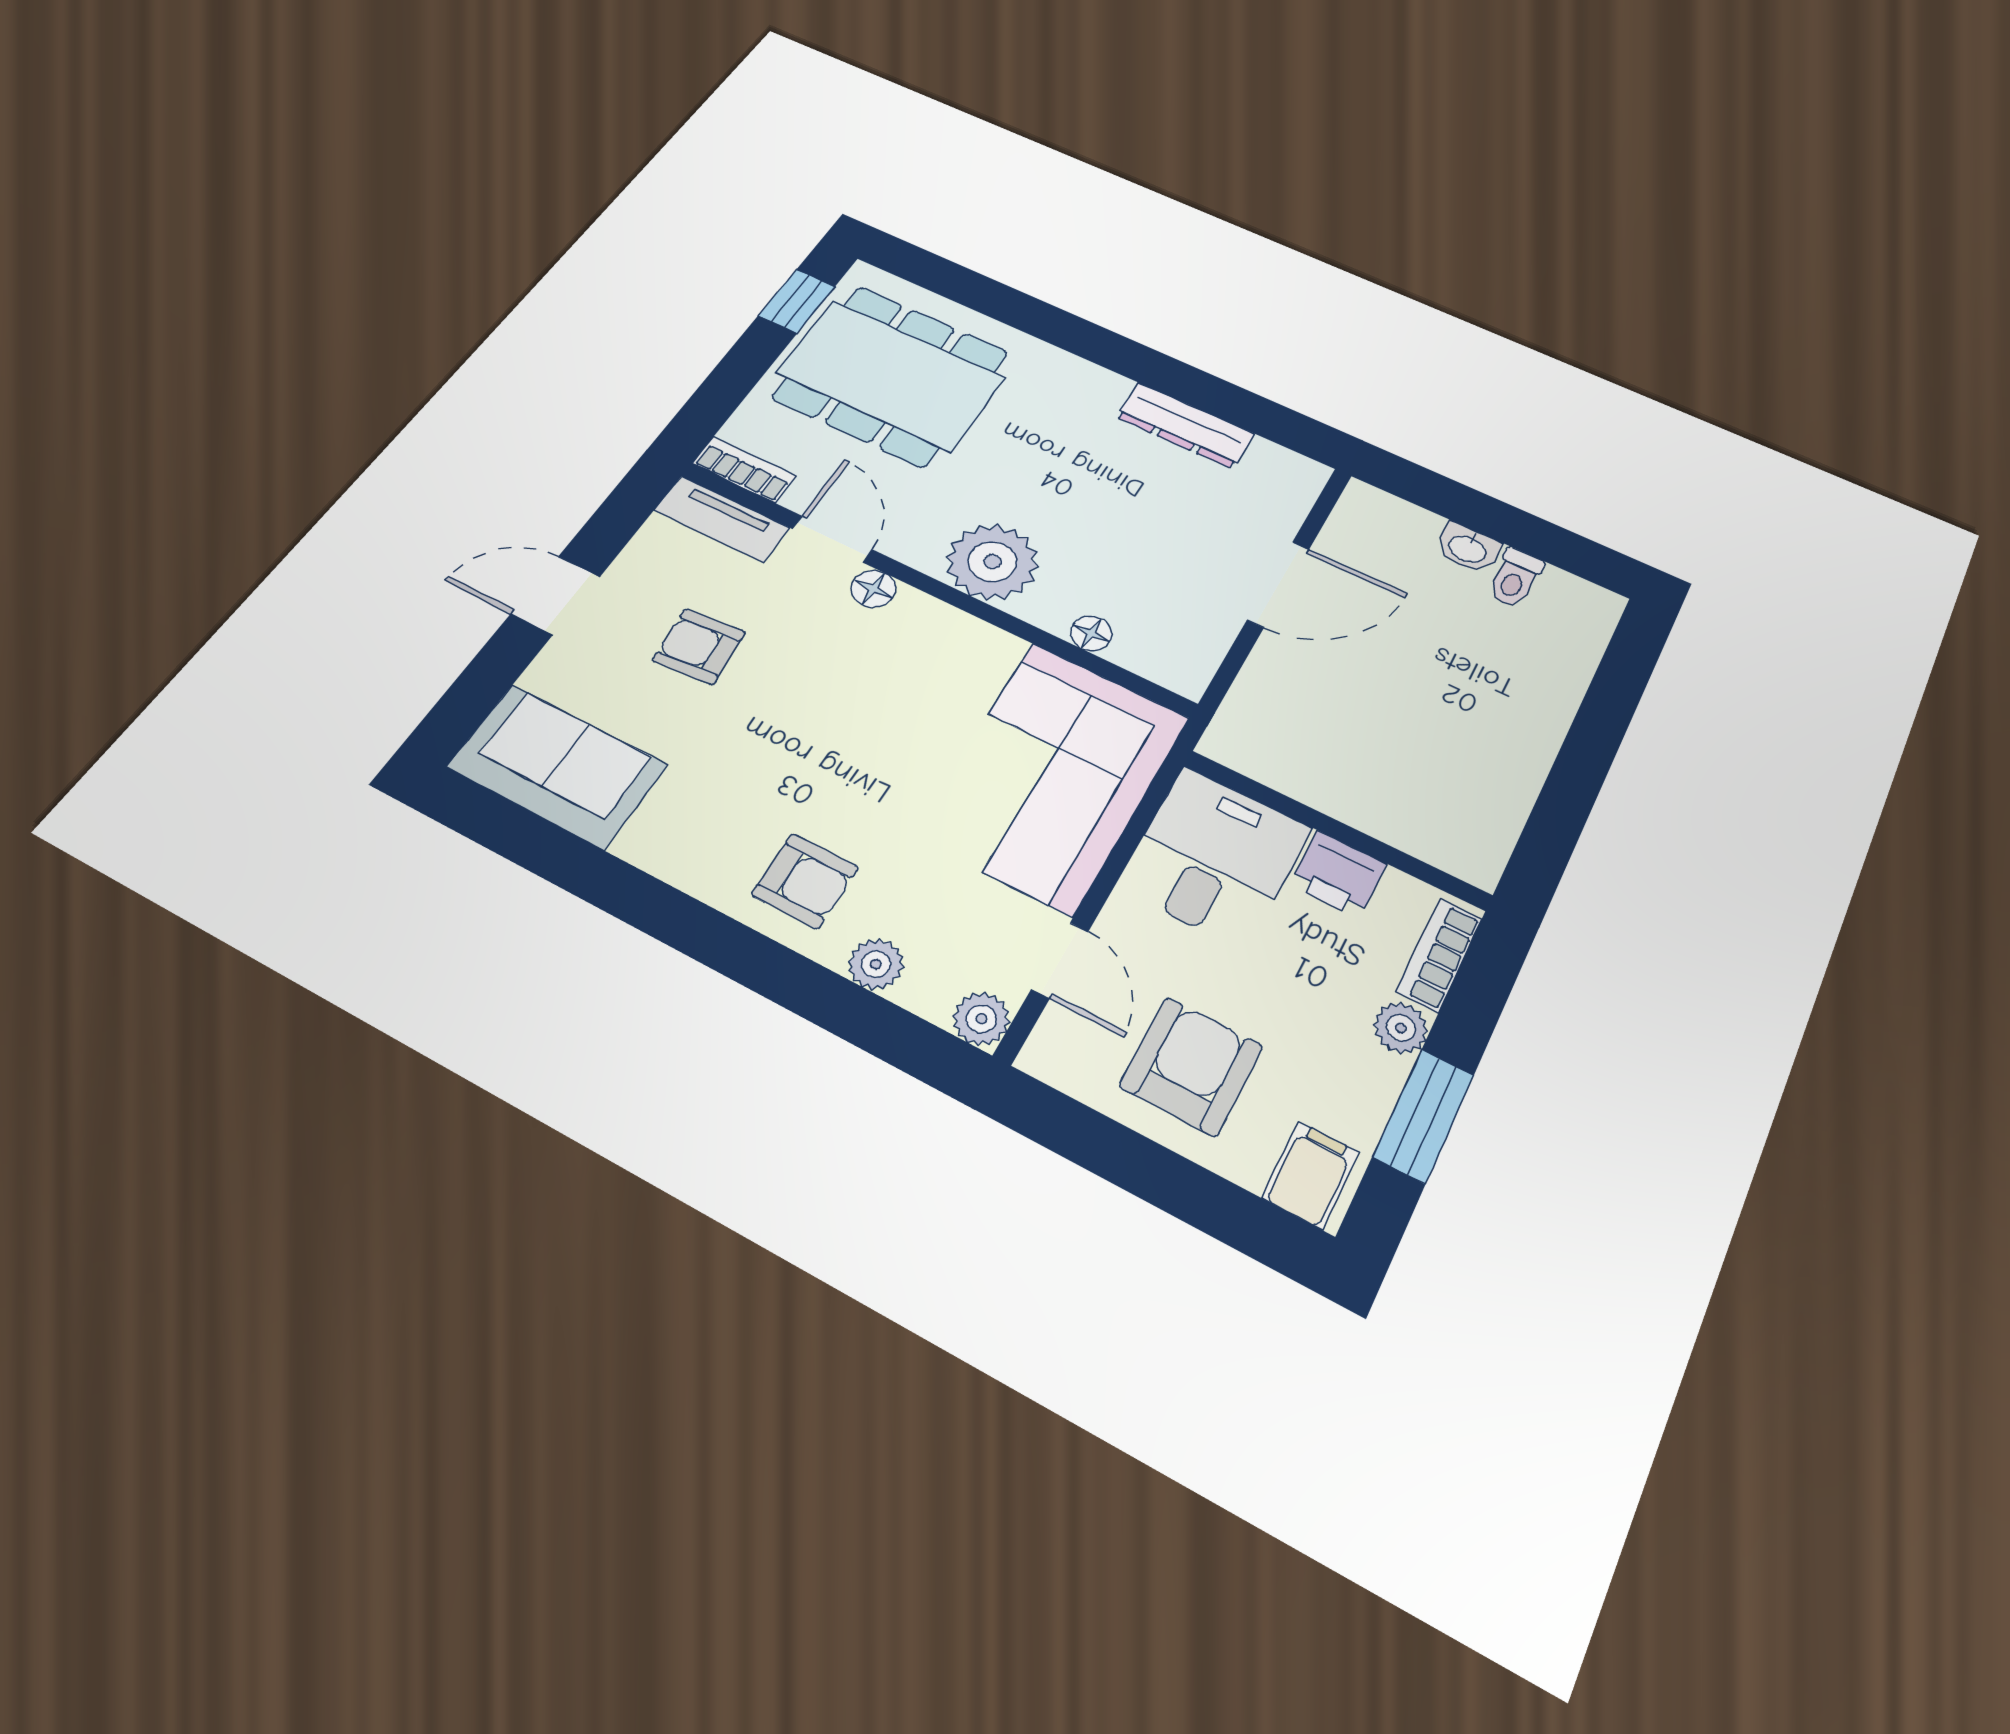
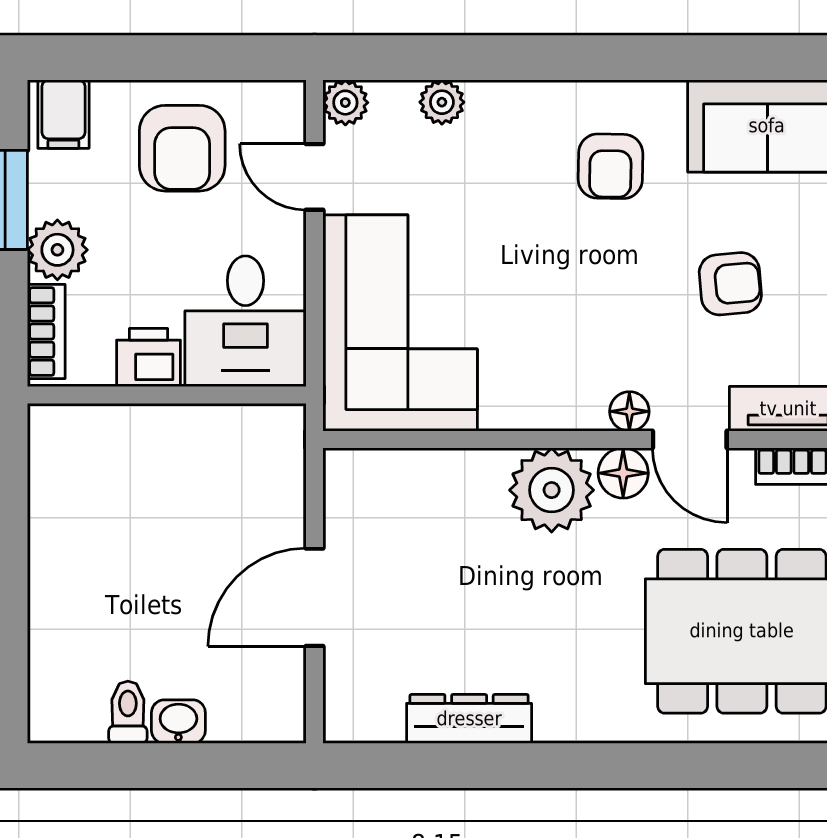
floor lamp: (1091, 633) -> (623, 473), moved, width x1.37, depth x1.37
armchair: (805, 881) -> (610, 166), moved, turned -89
plant: (1401, 1028) -> (57, 250), width x1.38, depth x1.38

